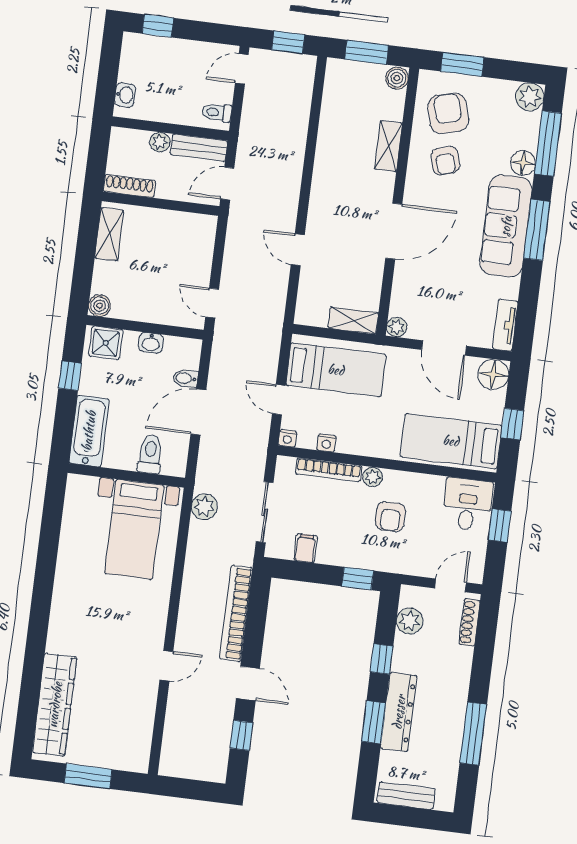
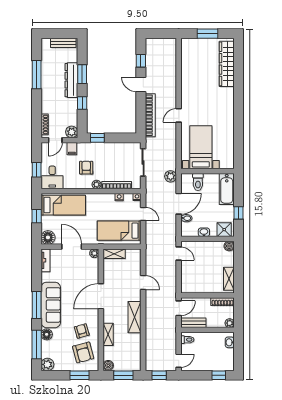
plant: (160, 142) -> (230, 323), moved
shelving: (326, 176) -> (135, 317), added
plant: (204, 507) -> (171, 176), moved
filing cabinet: (305, 548) -> (72, 149), moved
plant: (410, 621) -> (72, 132), moved
door: (166, 666) -> (179, 115), moved

